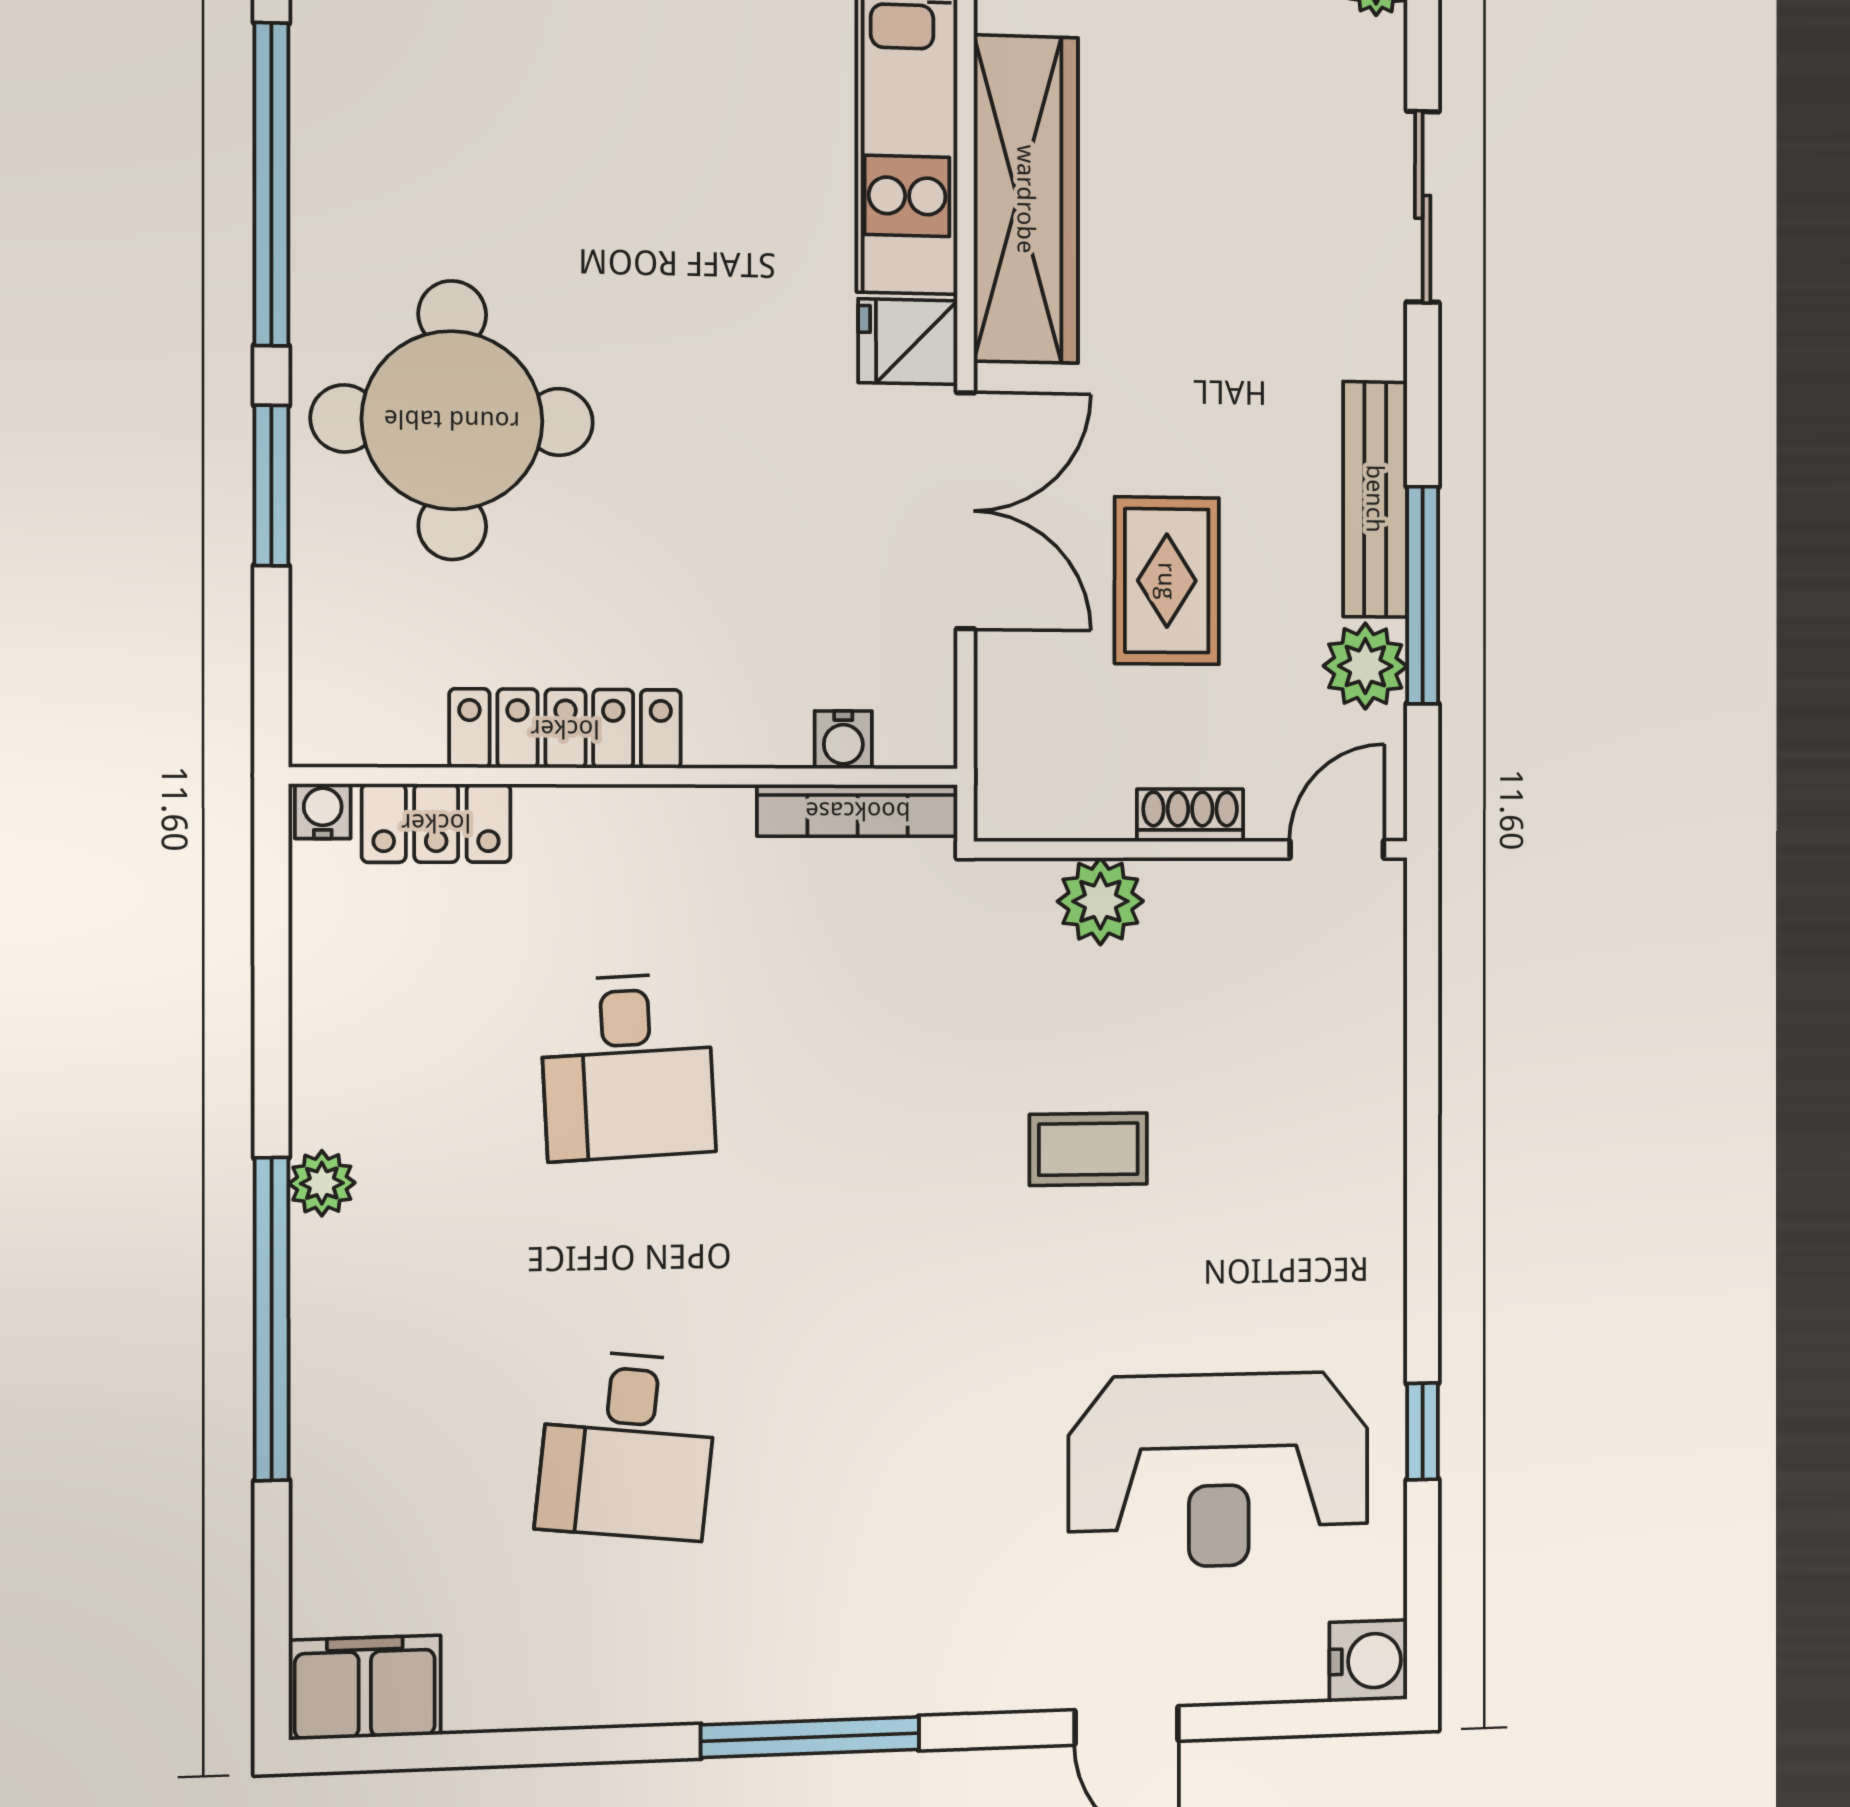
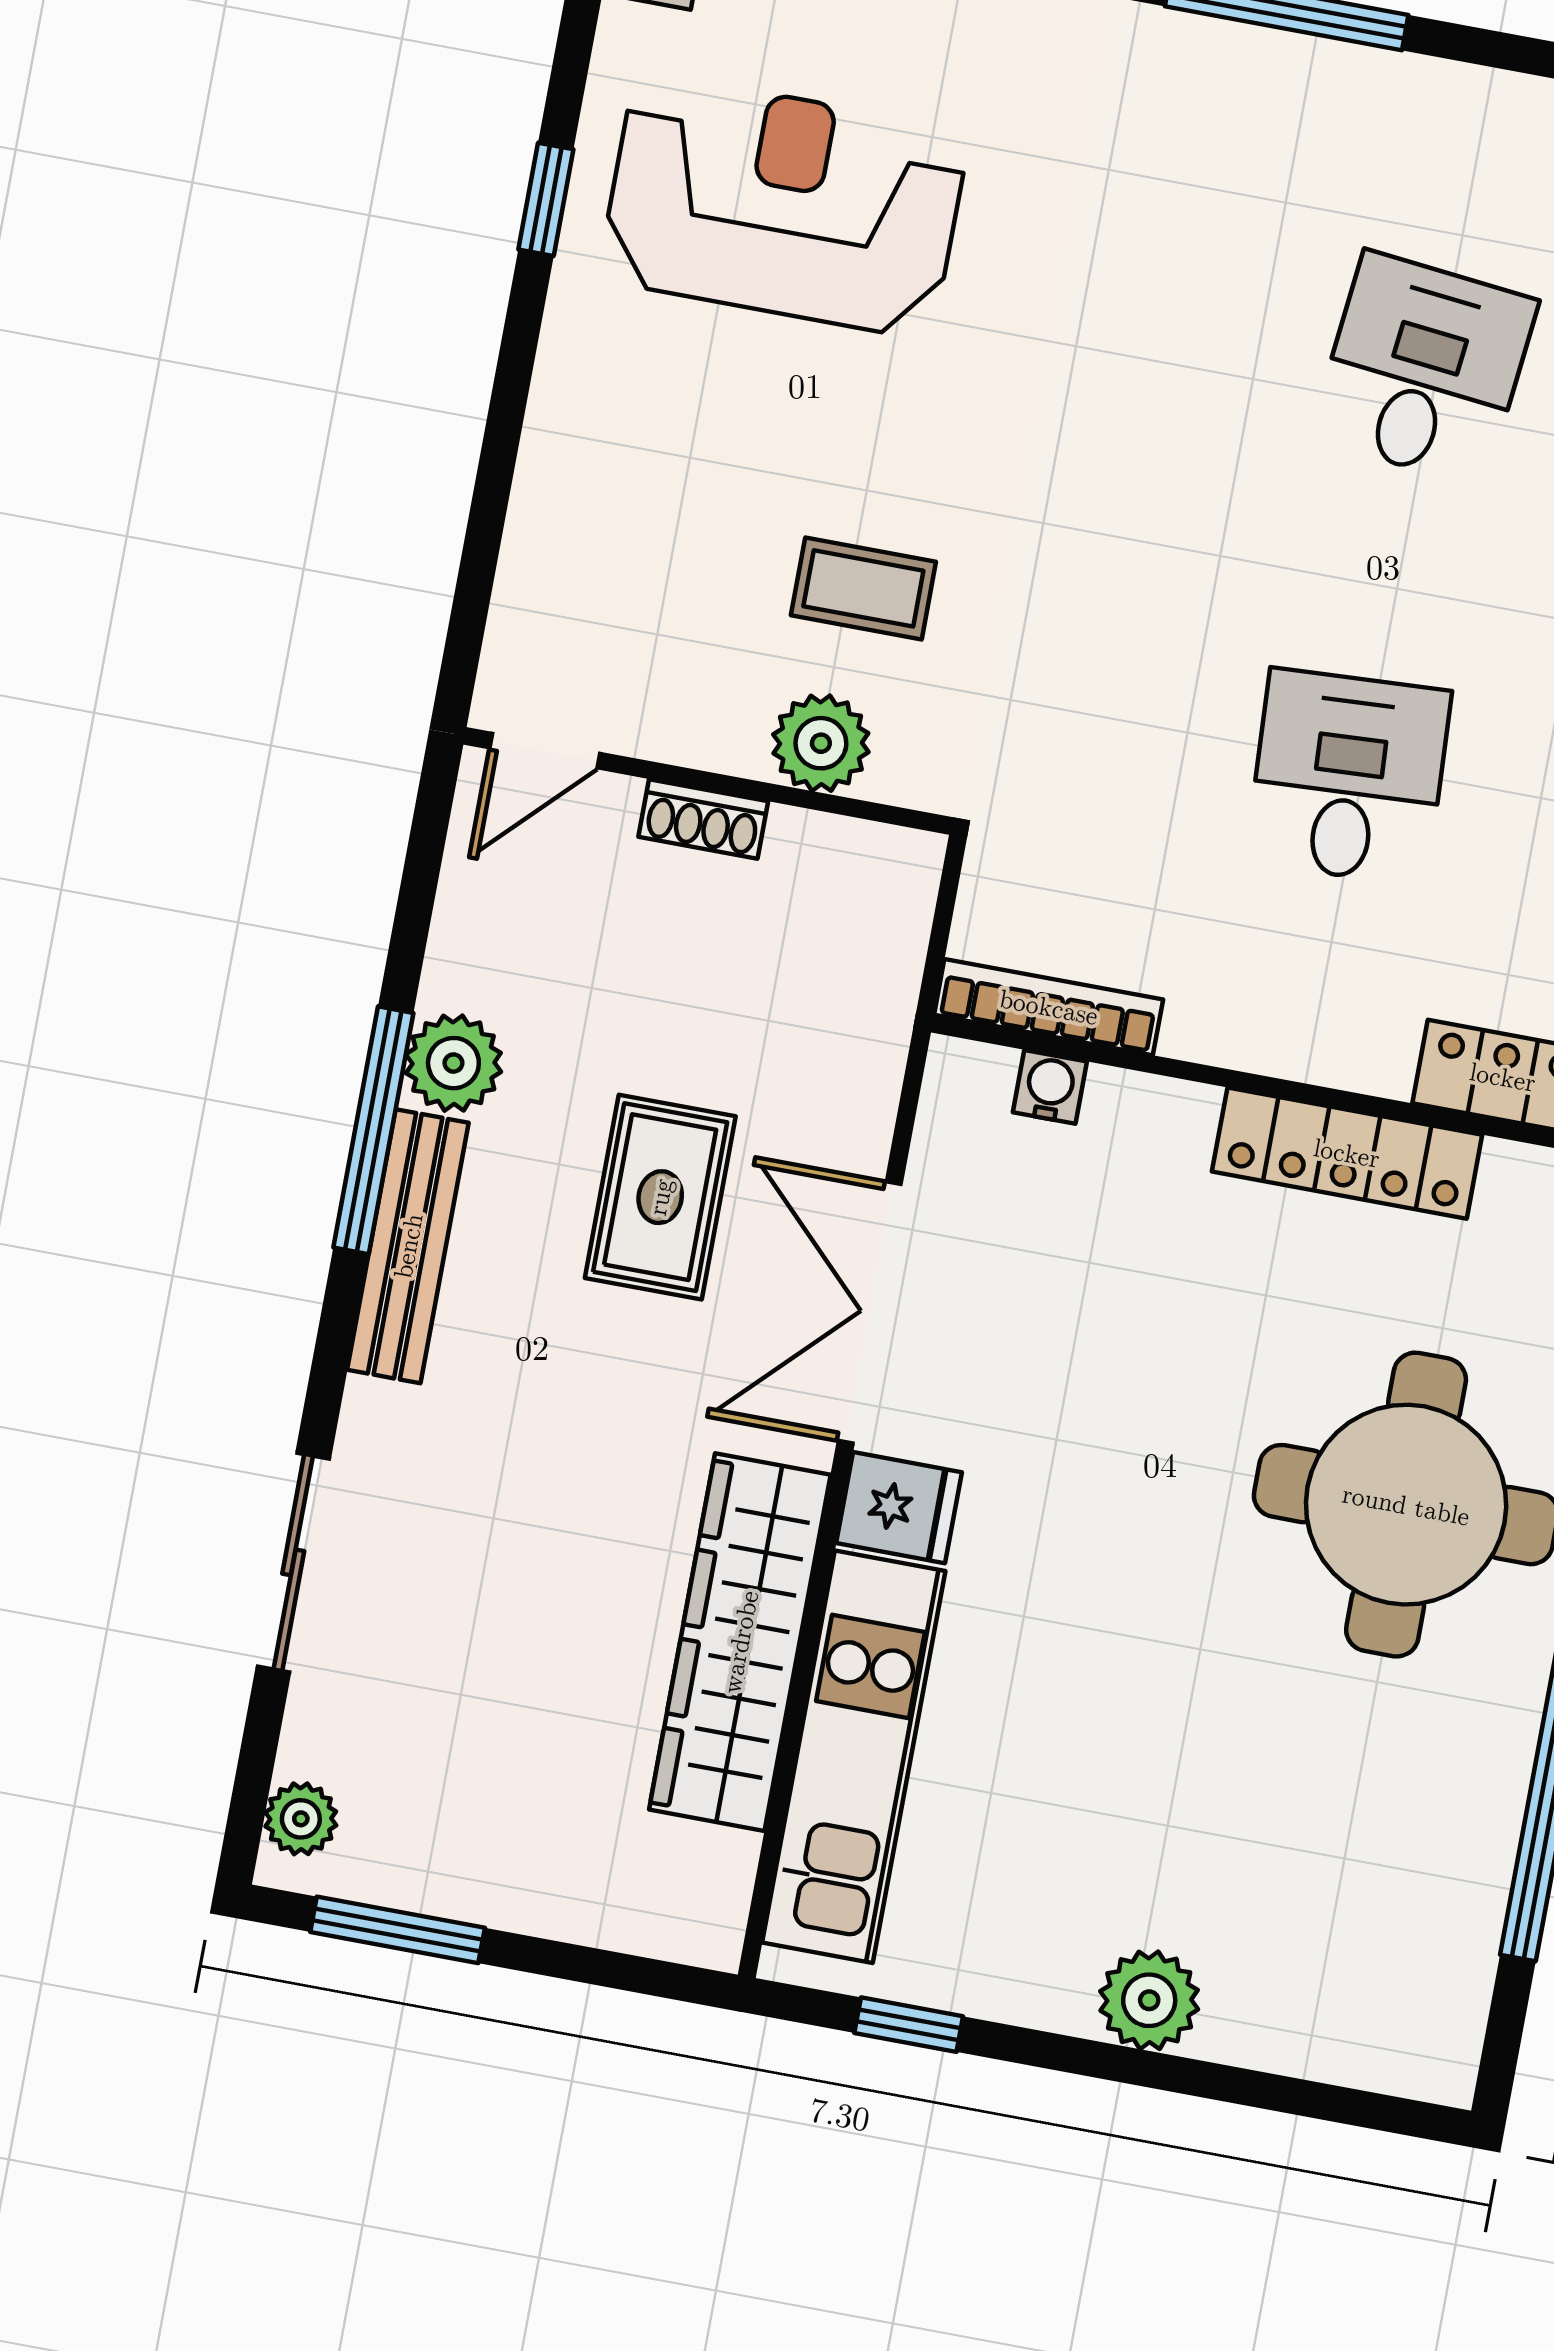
shoe rack: (1190, 815) -> (703, 819), moved
door: (1337, 849) -> (545, 751), moved
wall: (1192, 850) -> (708, 781), moved
plant: (1100, 901) -> (821, 743), moved

